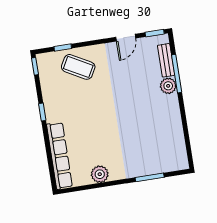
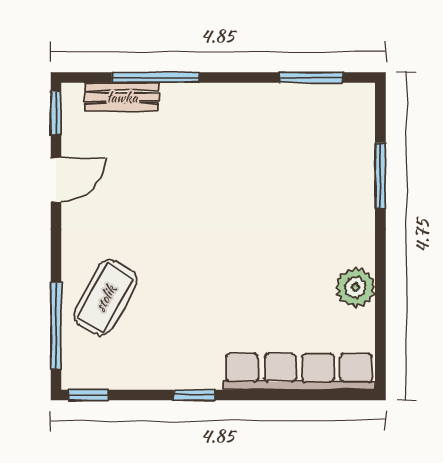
door: (126, 38) -> (56, 180), hinge flipped
window: (63, 48) -> (56, 326), width x2.17
plant: (168, 86) -> (180, 101), removed
window: (187, 141) -> (311, 77), added

